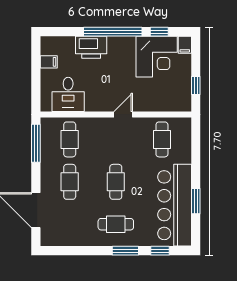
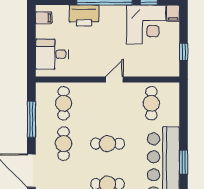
filing cabinet: (49, 62) -> (44, 18), moved
desk: (68, 94) -> (52, 54), moved, turned 90
window: (36, 143) -> (31, 119), moved
cafe table: (116, 182) -> (107, 144), turned 90

